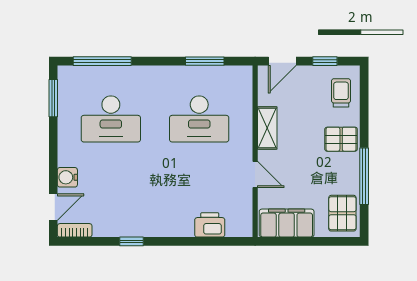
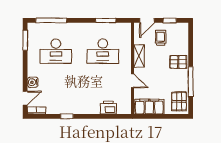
trolley: (341, 93) -> (161, 38), moved

